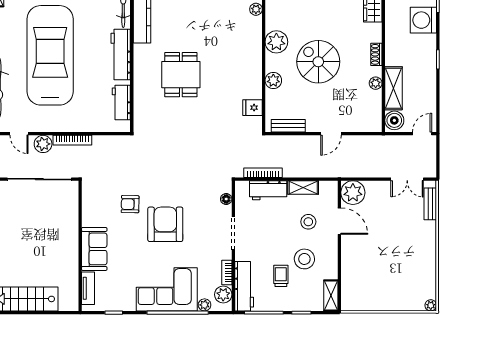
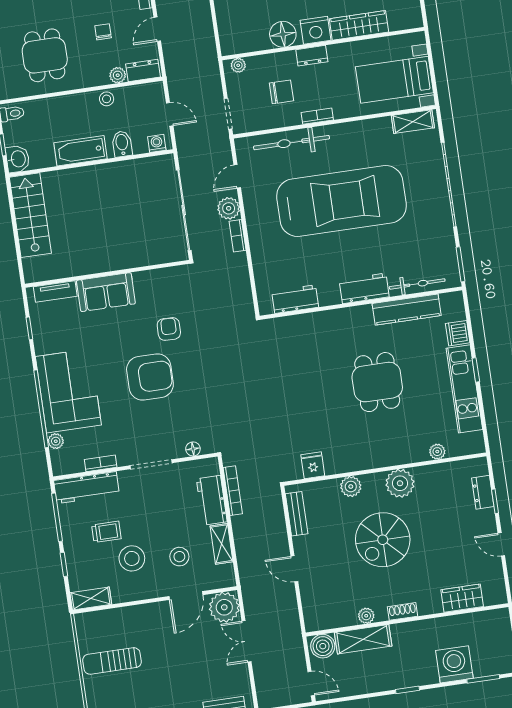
workbench: (121, 55) -> (364, 288), width x0.73
spiral stairs: (318, 62) -> (383, 540), turned 180
dining table: (181, 75) -> (377, 382), moved, turned 90
bookcase: (72, 140) -> (238, 236), width x0.64
double door: (407, 179) -> (247, 641), moved
sun lounger: (382, 286) -> (112, 661), added
plant: (223, 295) -> (72, 463), removed

